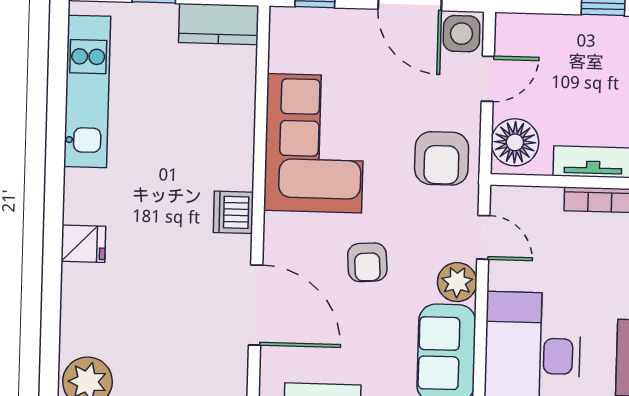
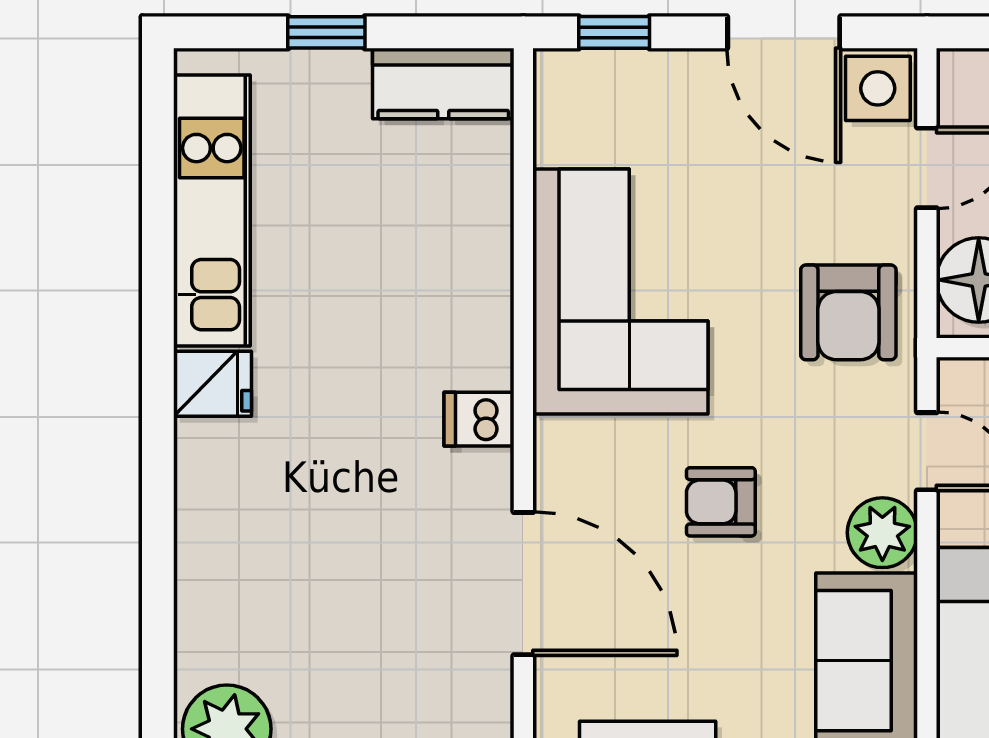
dishwasher: (233, 212) -> (479, 419), width x0.73
fridge: (83, 244) -> (212, 384), moved
armchair: (367, 262) -> (721, 502), turned 94

